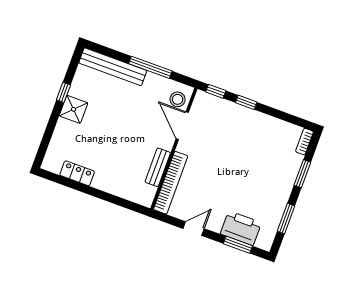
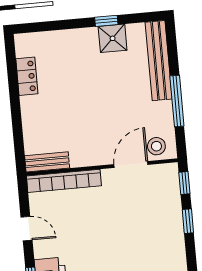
shower: (74, 109) -> (113, 38), moved
bench: (158, 167) -> (47, 162), moved

